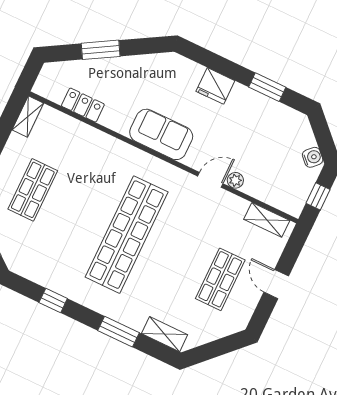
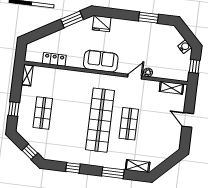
window: (101, 50) -> (72, 19), moved
fridge: (215, 86) -> (102, 24), moved
shop shelf: (220, 279) -> (129, 124), moved

